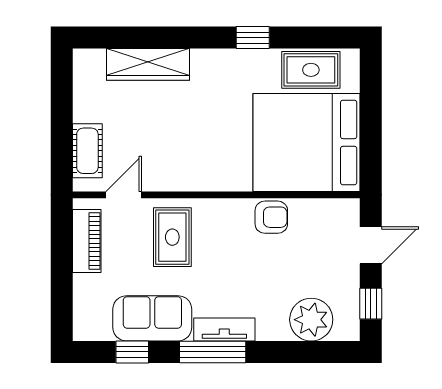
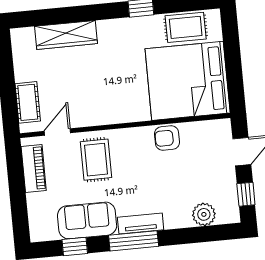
armchair: (271, 217) -> (167, 138), turned 180
plant: (311, 320) -> (204, 214), width x0.73, depth x0.73

